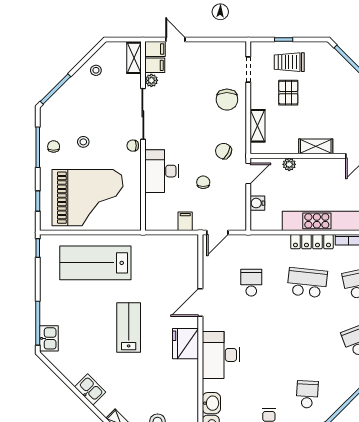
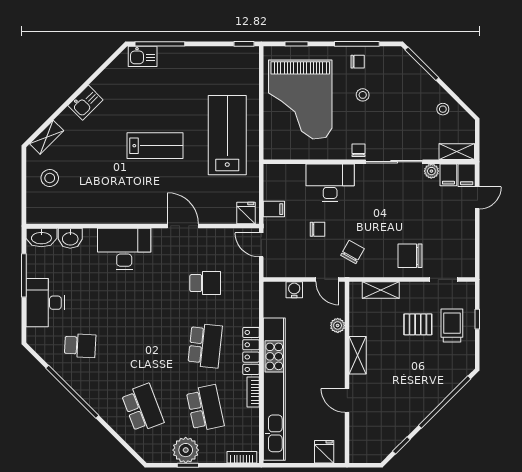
lab bench: (95, 263) -> (227, 135), moved
fridge: (186, 344) -> (246, 213), moved, width x0.53, depth x0.75

